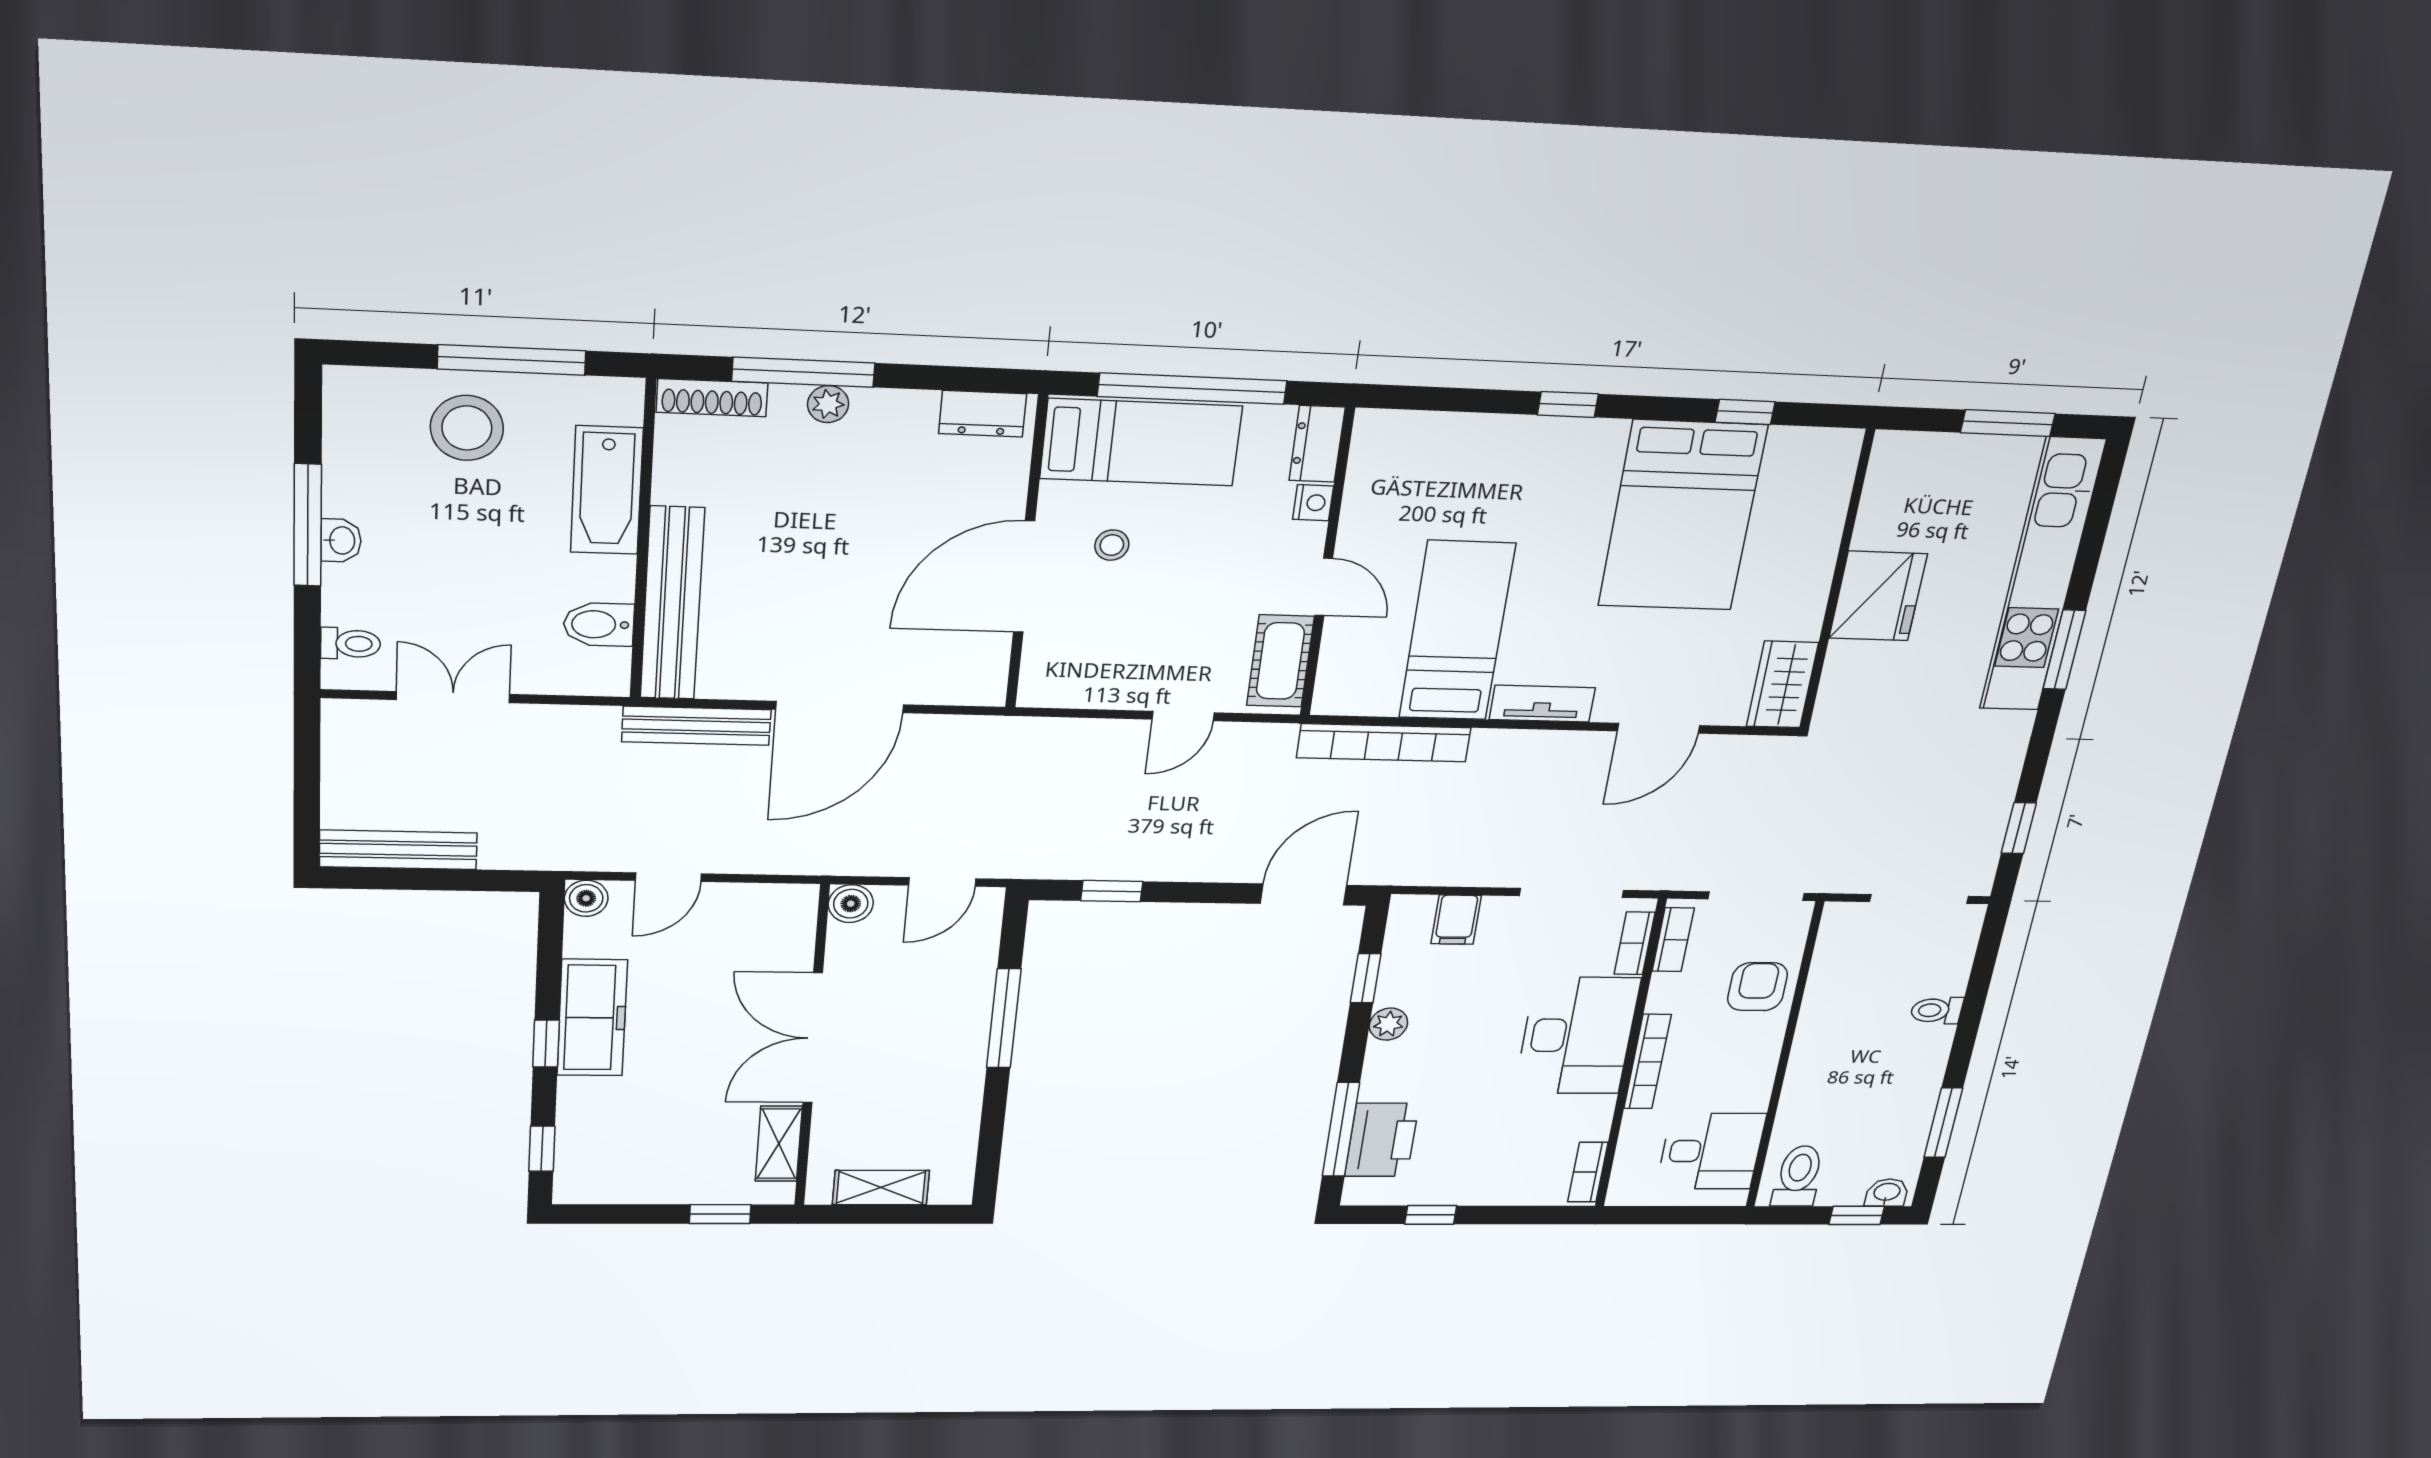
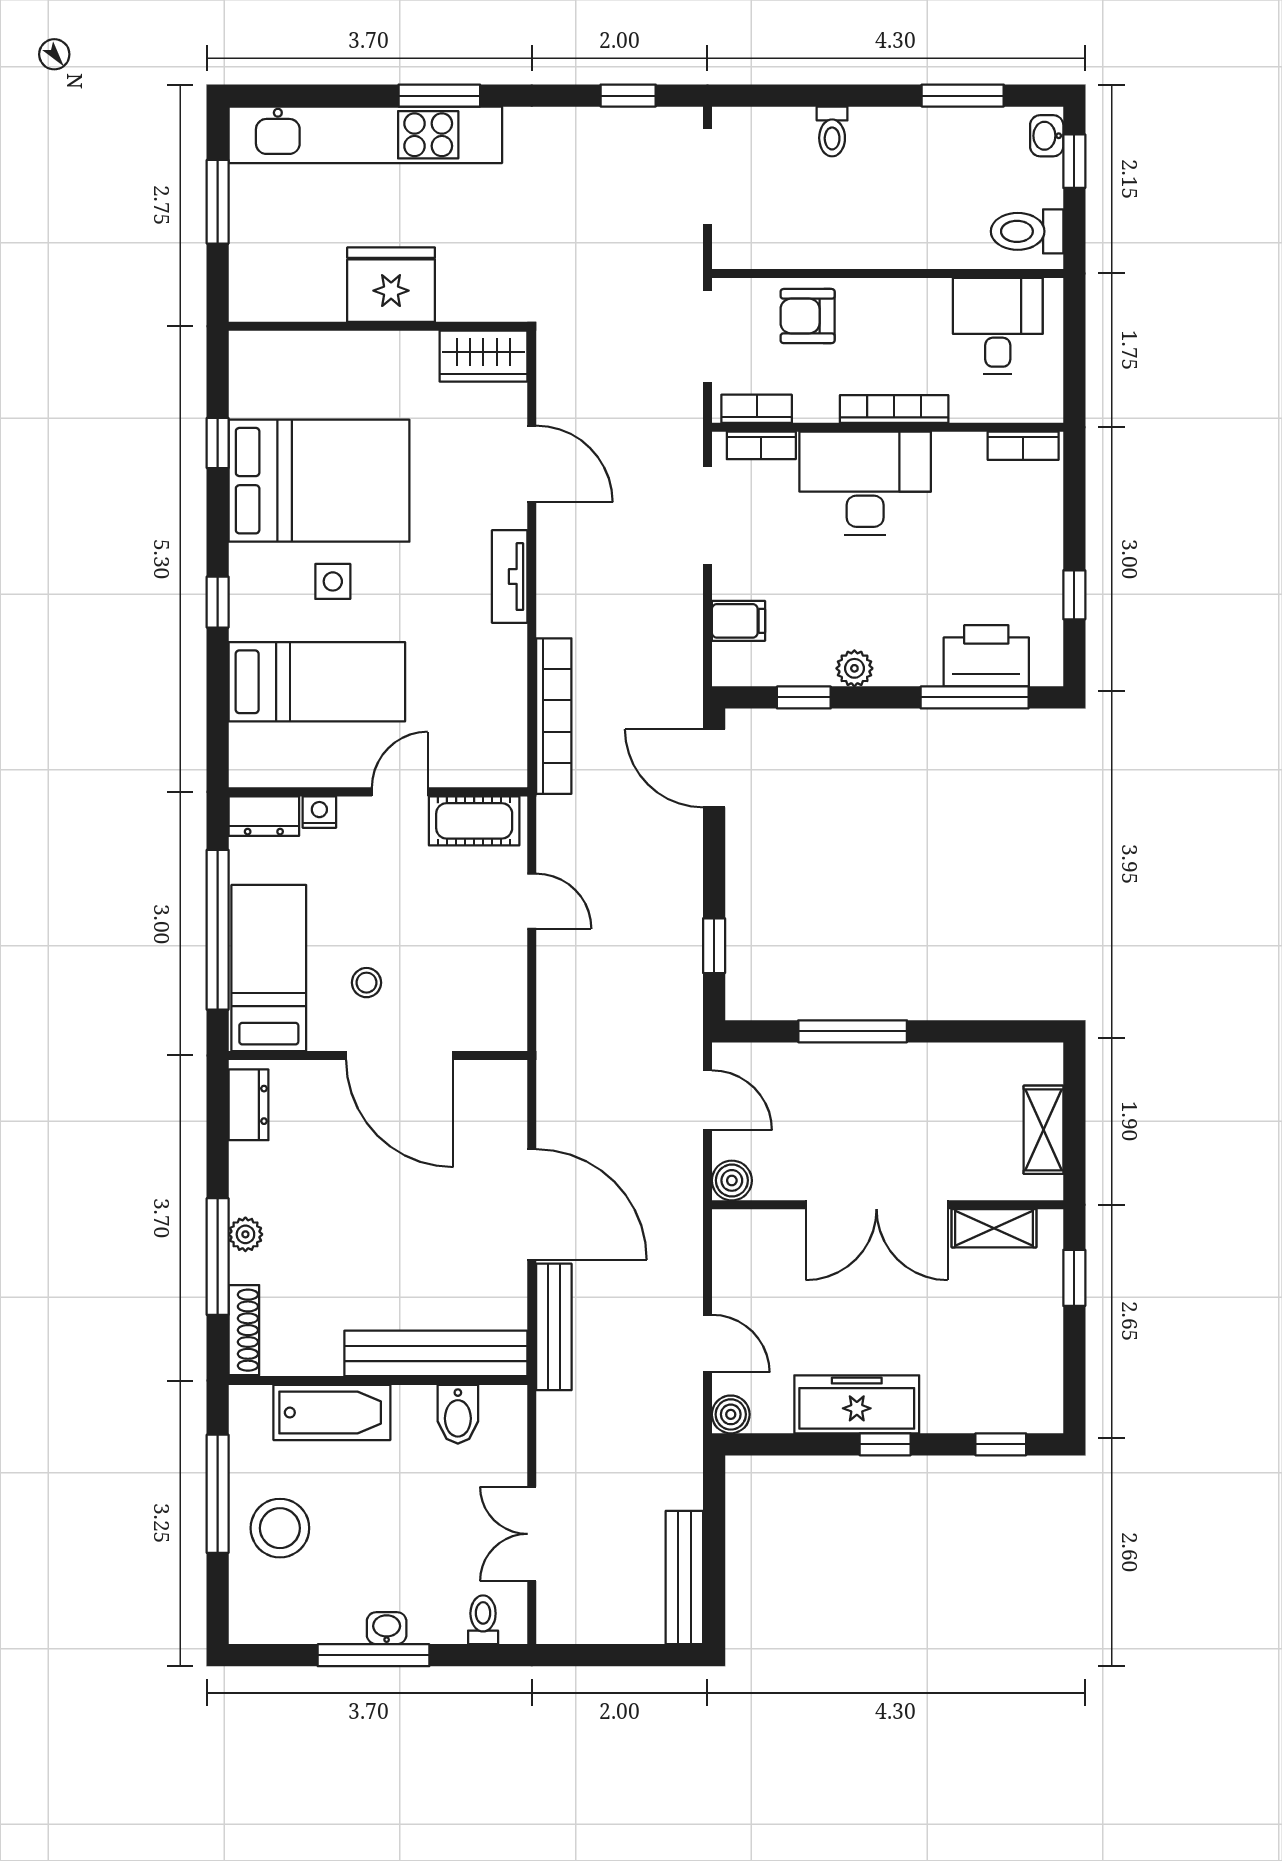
side table: (1569, 526) -> (333, 581), added
bed: (1457, 631) -> (317, 682), moved, turned 180

